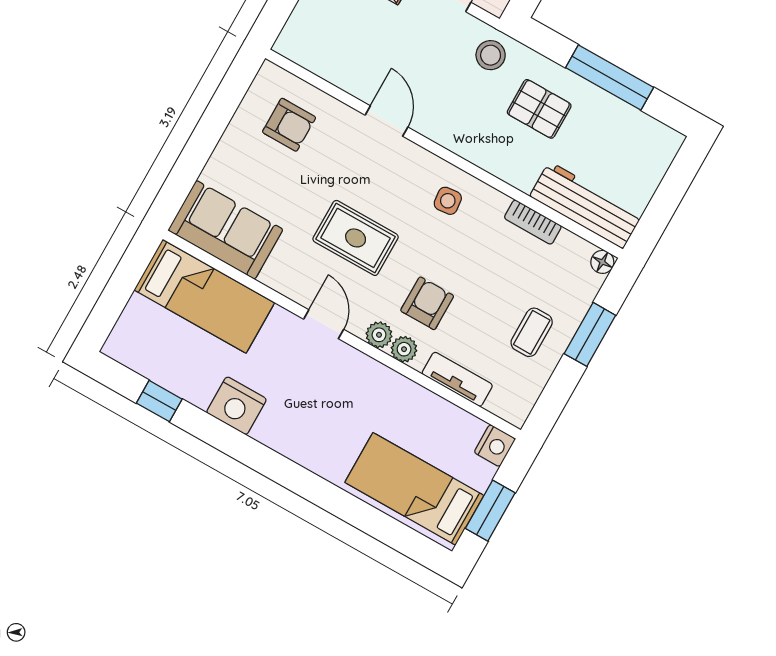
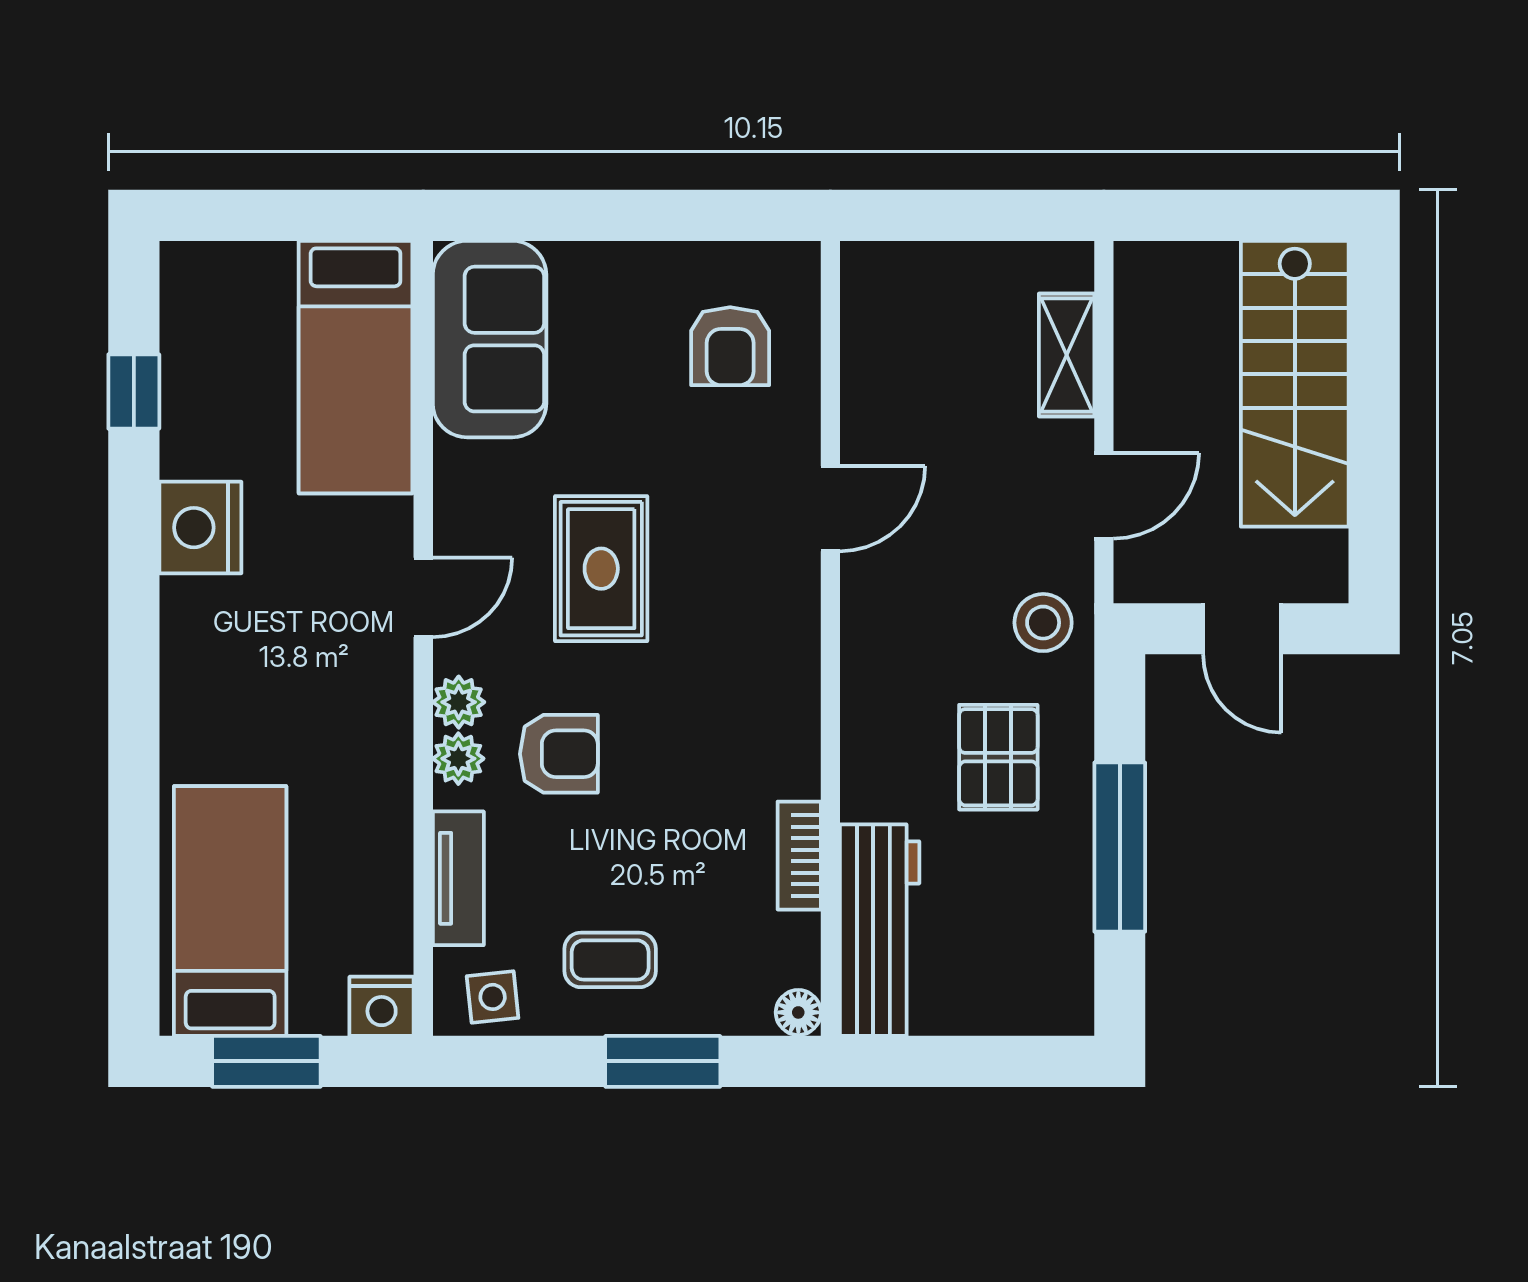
side table: (448, 201) -> (493, 997), moved

